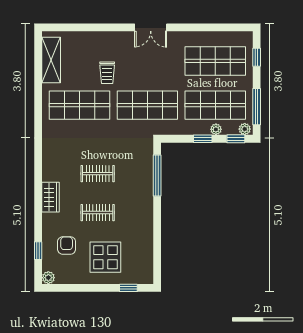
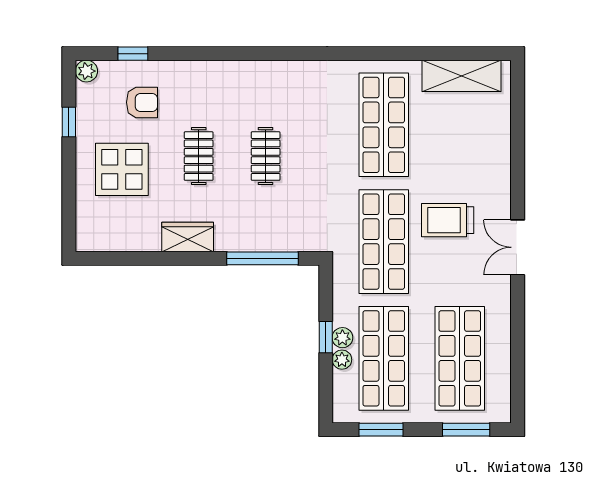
window: (257, 57) -> (466, 430), width x1.50
trolley: (107, 73) -> (448, 220), moved, width x1.36, depth x1.39
window: (257, 107) -> (381, 430), width x0.69
plant: (245, 129) -> (342, 338), moved
window: (236, 139) -> (326, 394), removed
wardrobe: (51, 197) -> (188, 237), moved, turned 180
window: (128, 288) -> (69, 122), moved

